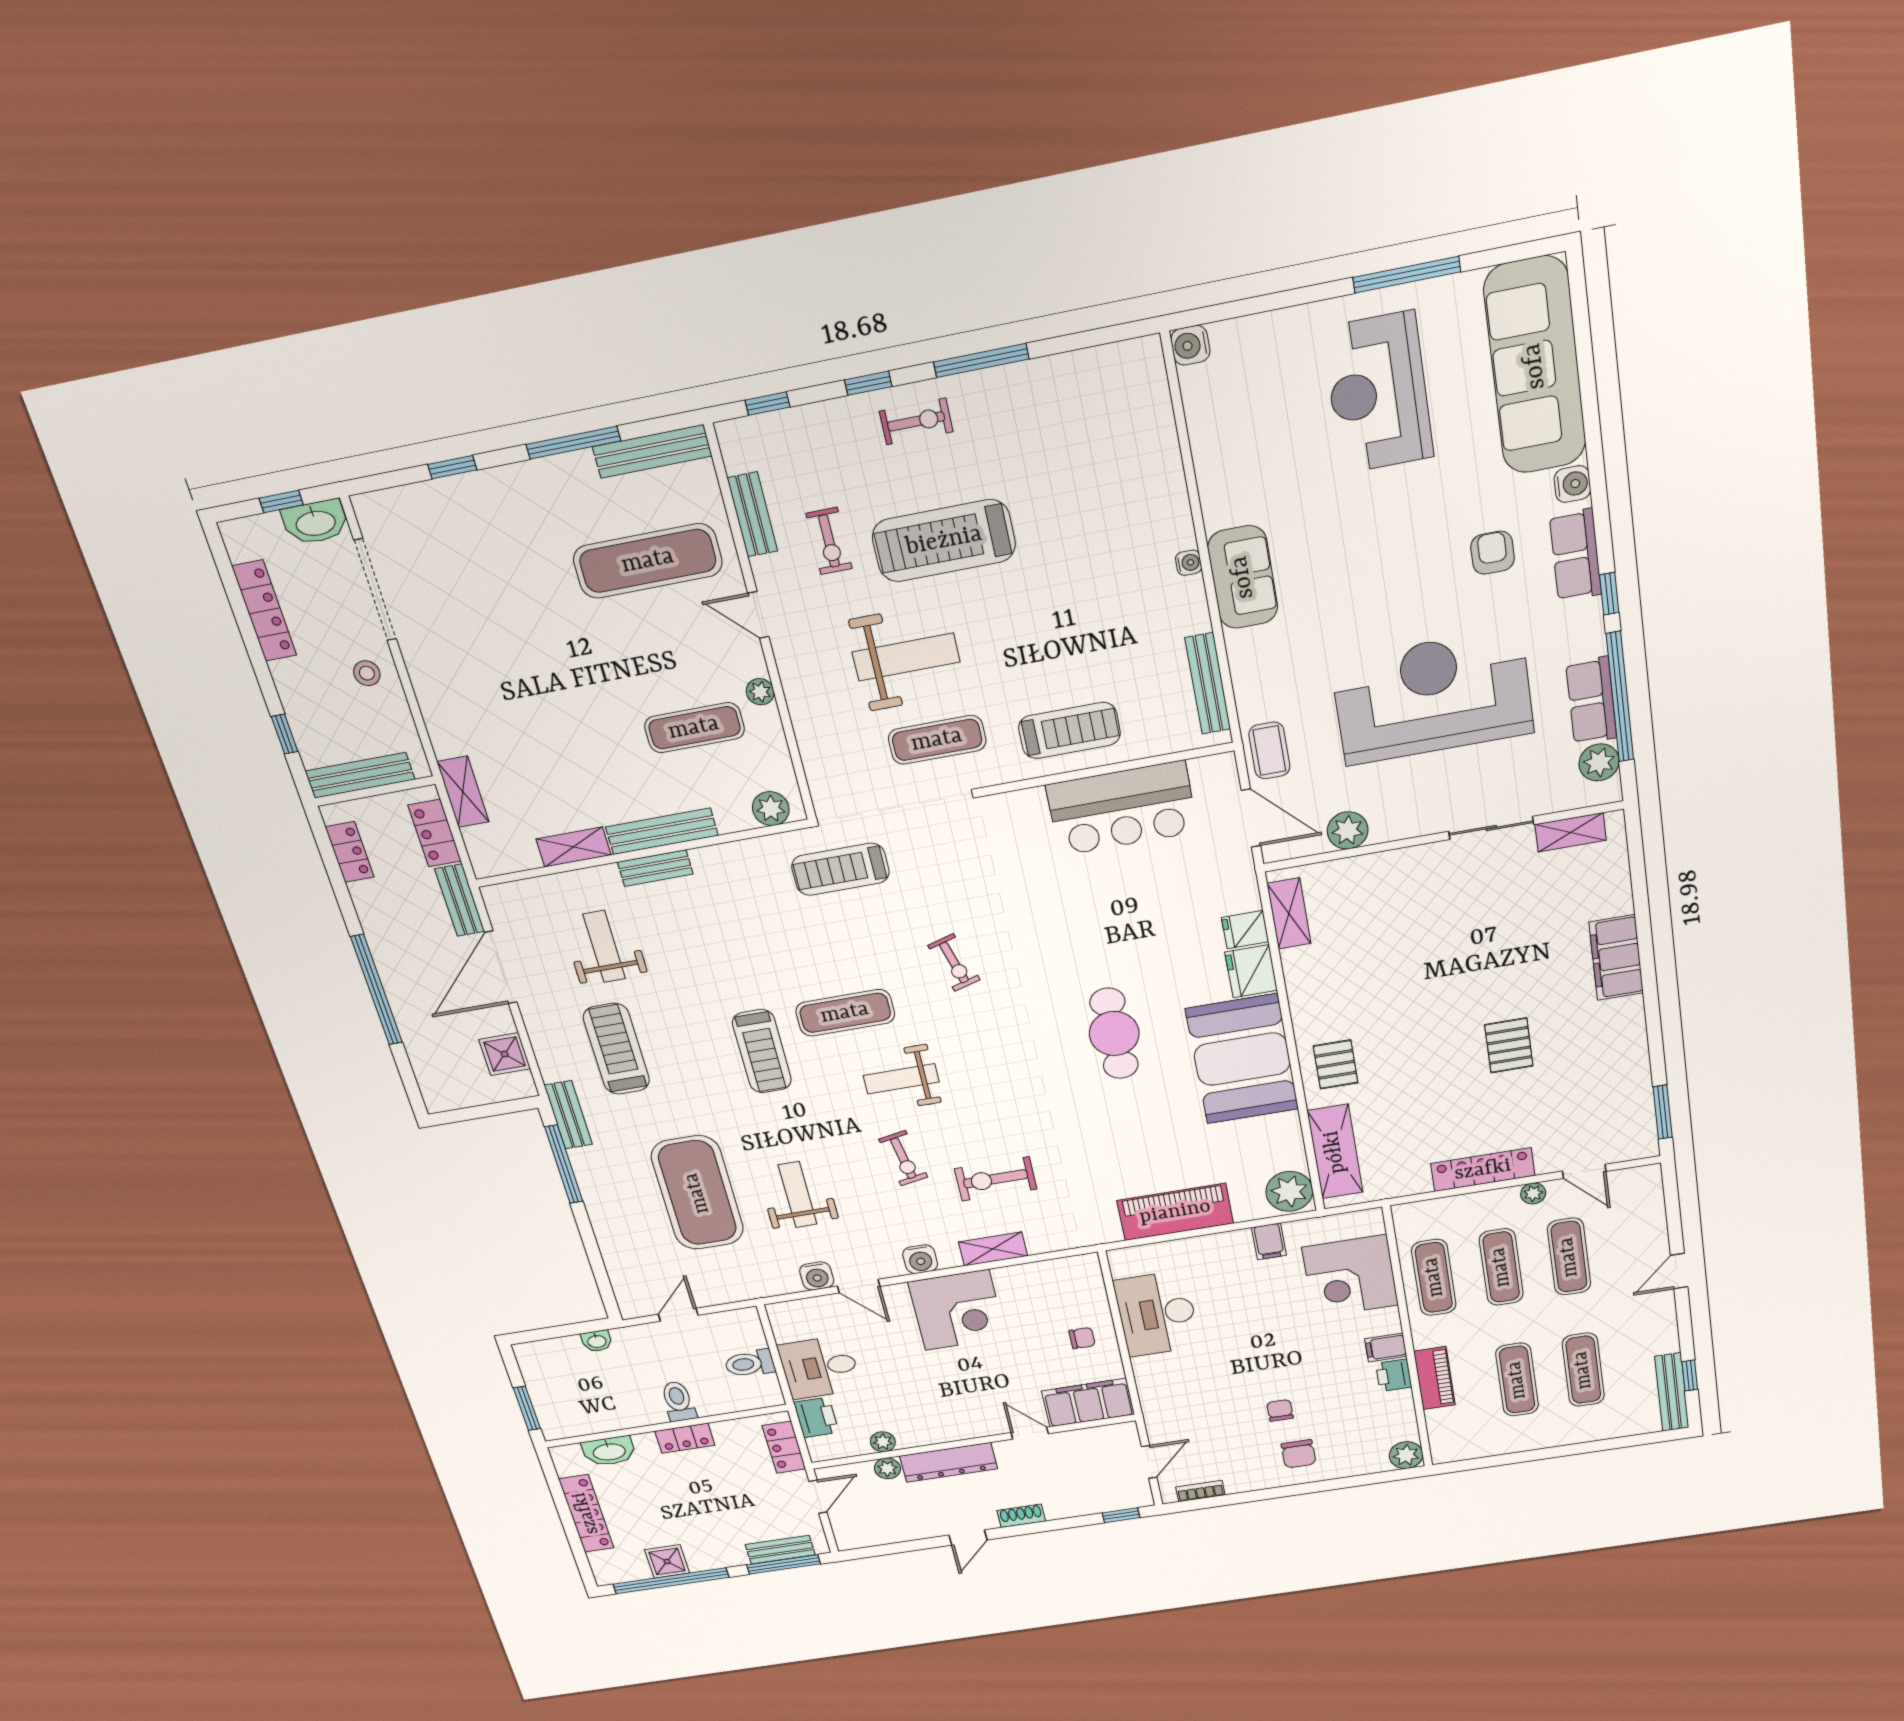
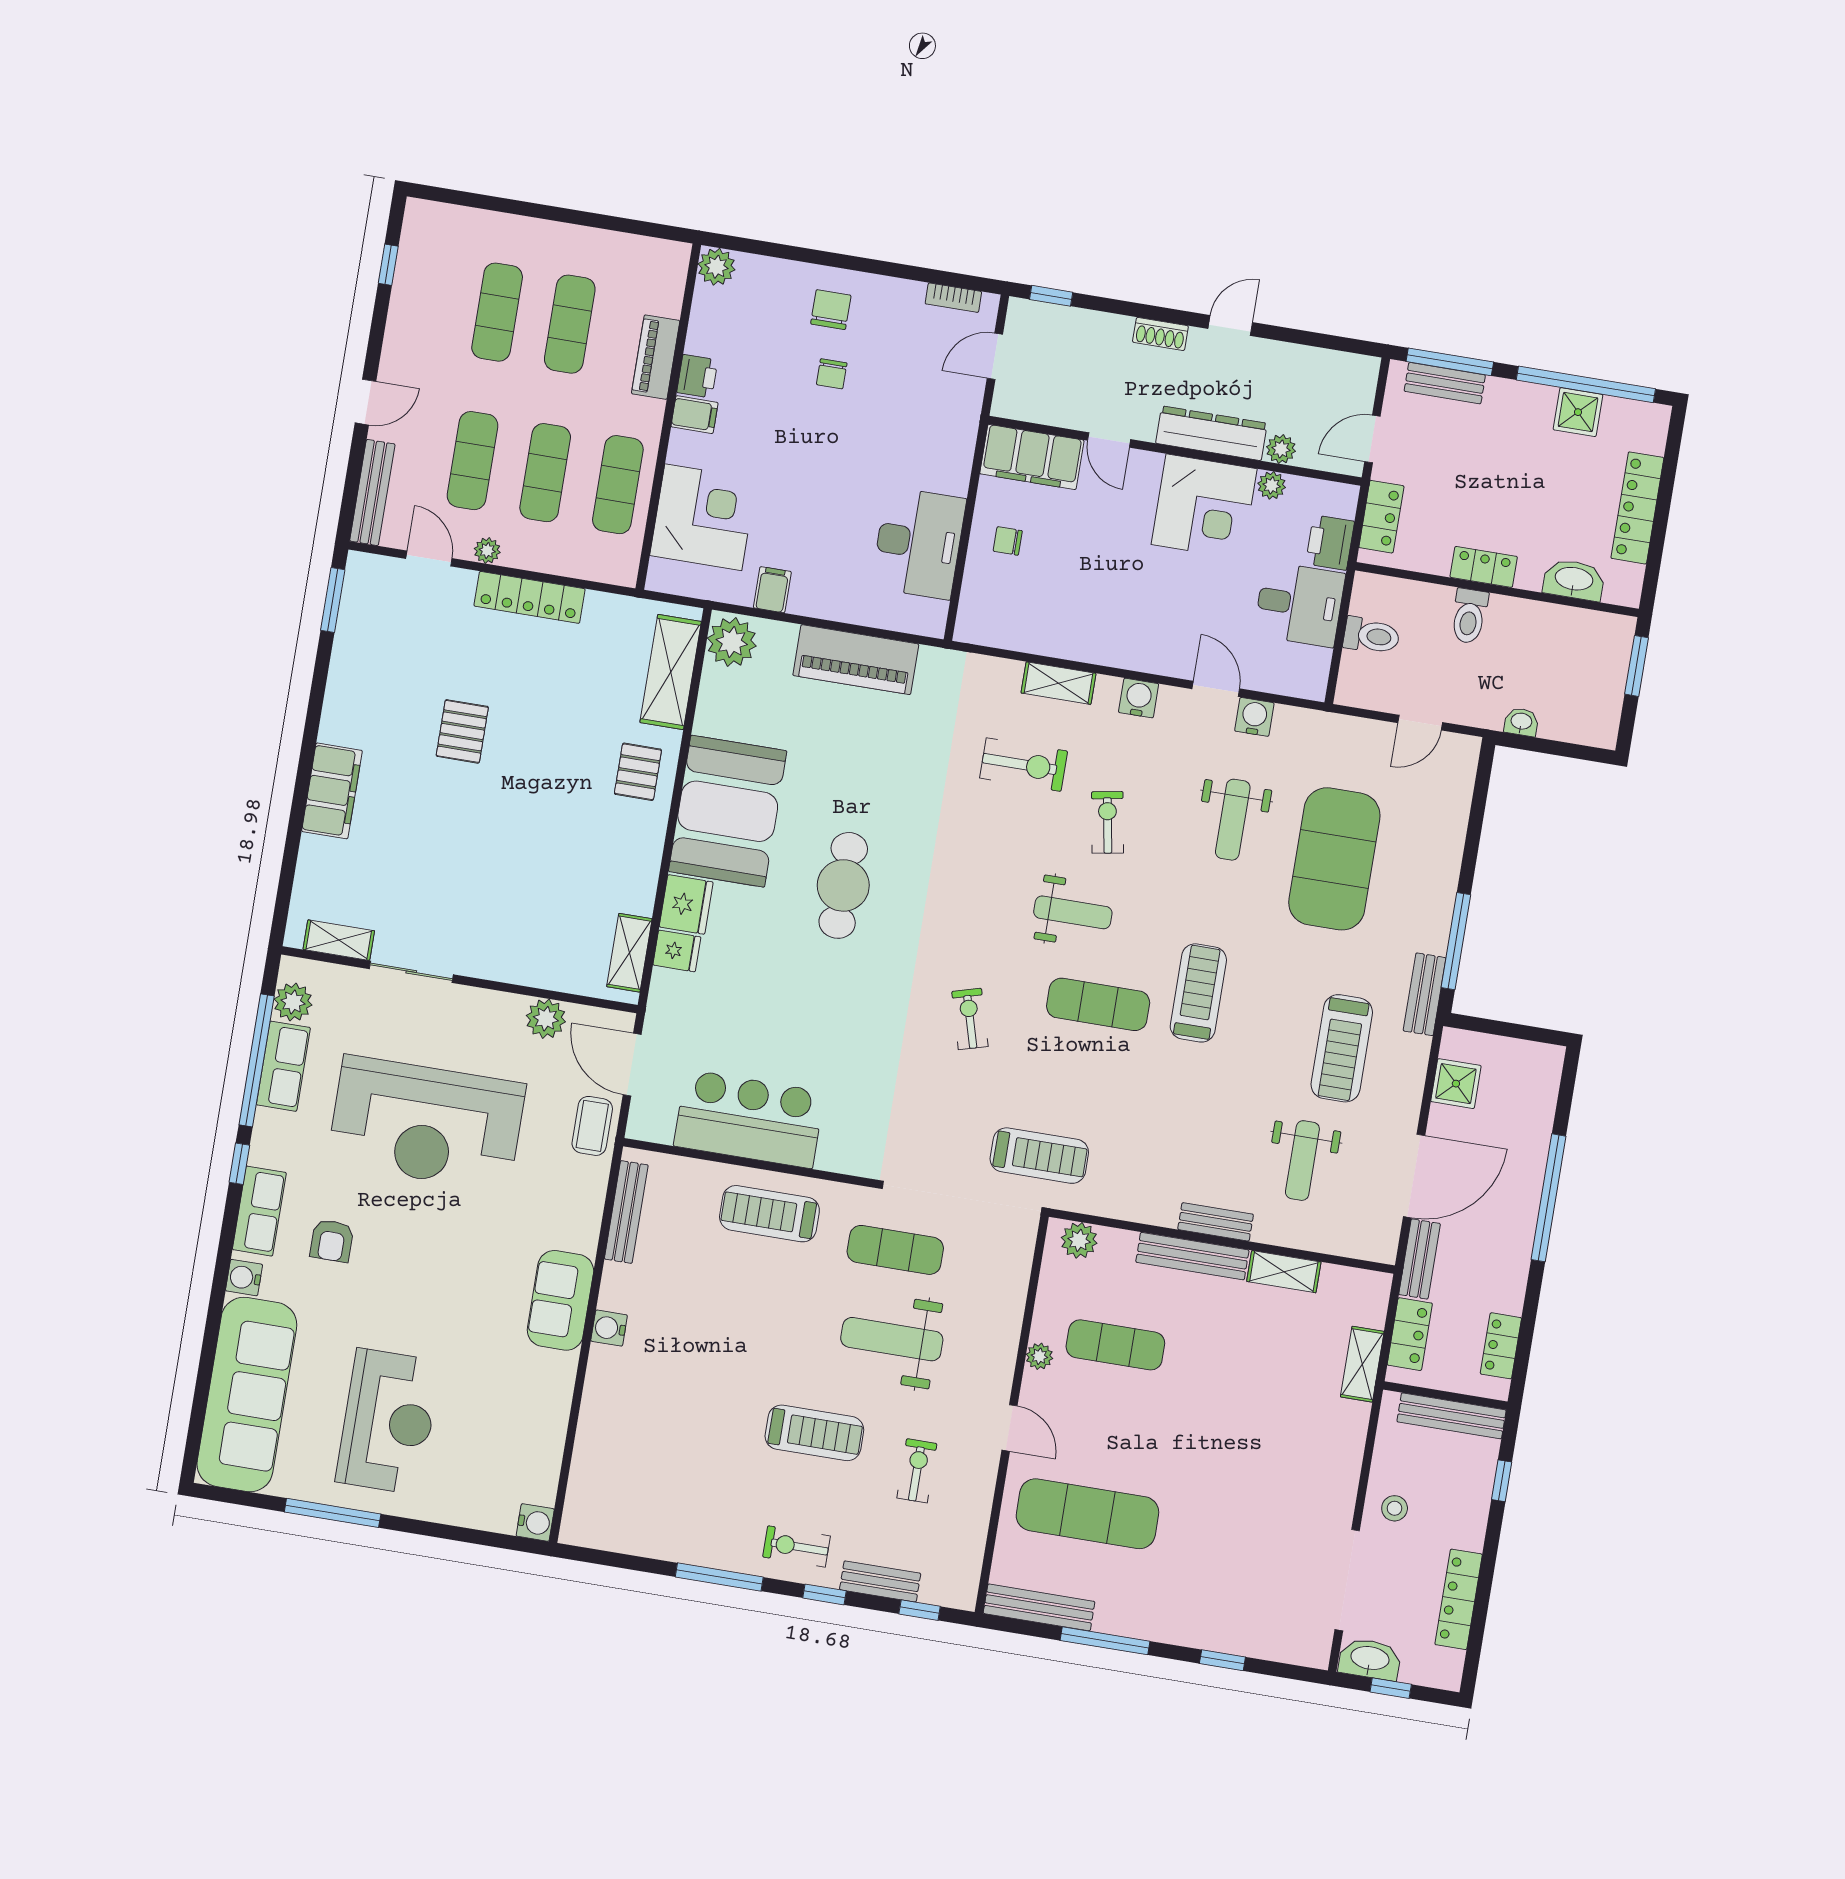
bench: (752, 515) -> (880, 1581), moved, turned 90
treadmill: (944, 541) -> (814, 1433), width x0.73, depth x0.73
water cooler: (1189, 563) -> (609, 1328), width x1.38, depth x1.38
corner desk: (957, 1310) -> (1204, 507), moved, turned 180
bench: (1672, 1392) -> (372, 492), moved

